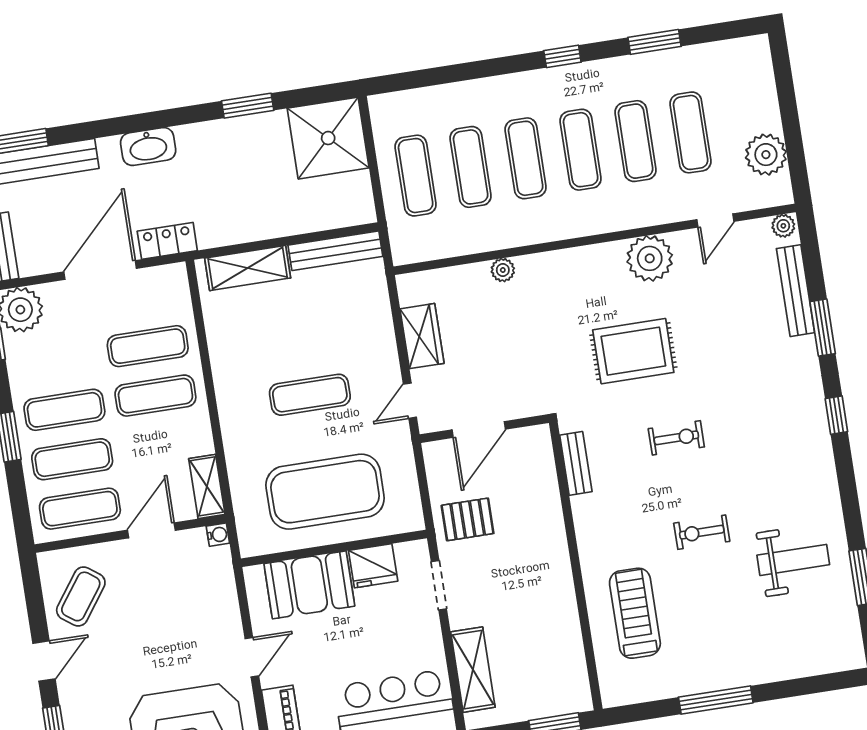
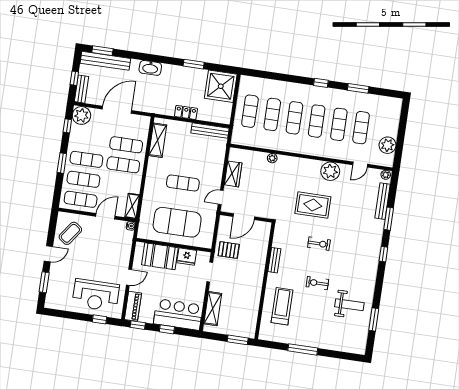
locker: (167, 241) -> (186, 112), moved
shelving: (248, 268) -> (158, 140), moved, turned 90
bench: (576, 463) -> (274, 260), moved

